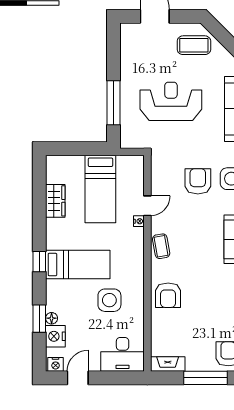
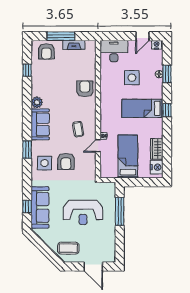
coffee table: (161, 246) -> (78, 129), moved
side table: (109, 300) -> (132, 78), moved
nightstand: (55, 336) -> (157, 167), moved
fireplace: (168, 364) -> (74, 45), moved

